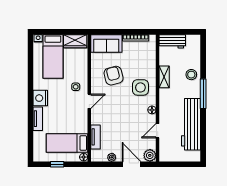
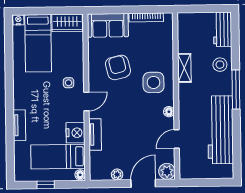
workbench: (172, 41) -> (223, 29), moved, turned 90
nightstand: (40, 98) -> (75, 133), moved, turned 180
tv unit: (95, 137) -> (95, 134), moved
door: (132, 164) -> (143, 183), hinge flipped

